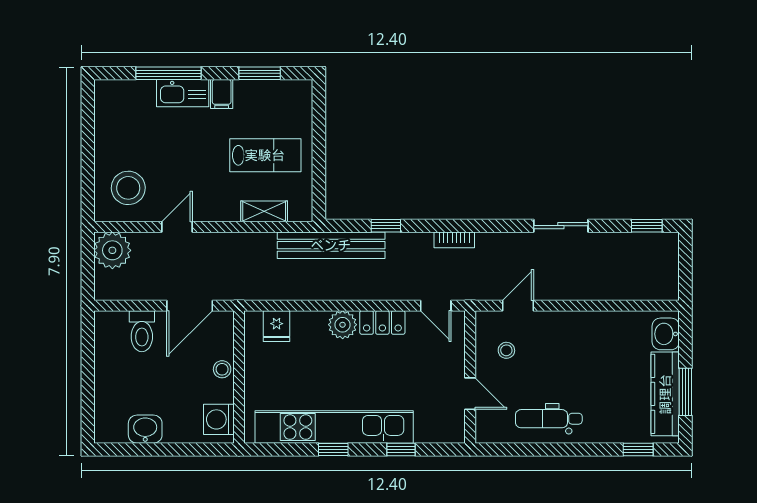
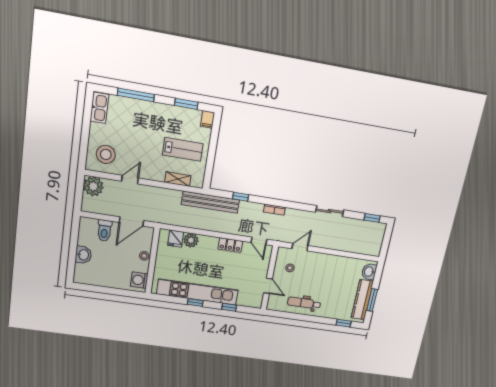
kitchen sink: (183, 93) -> (99, 108), moved, turned -90
filing cabinet: (222, 94) -> (208, 119), moved
plant: (343, 325) -> (191, 240), moved
washbasin: (145, 429) -> (83, 255), moved, turned 90

